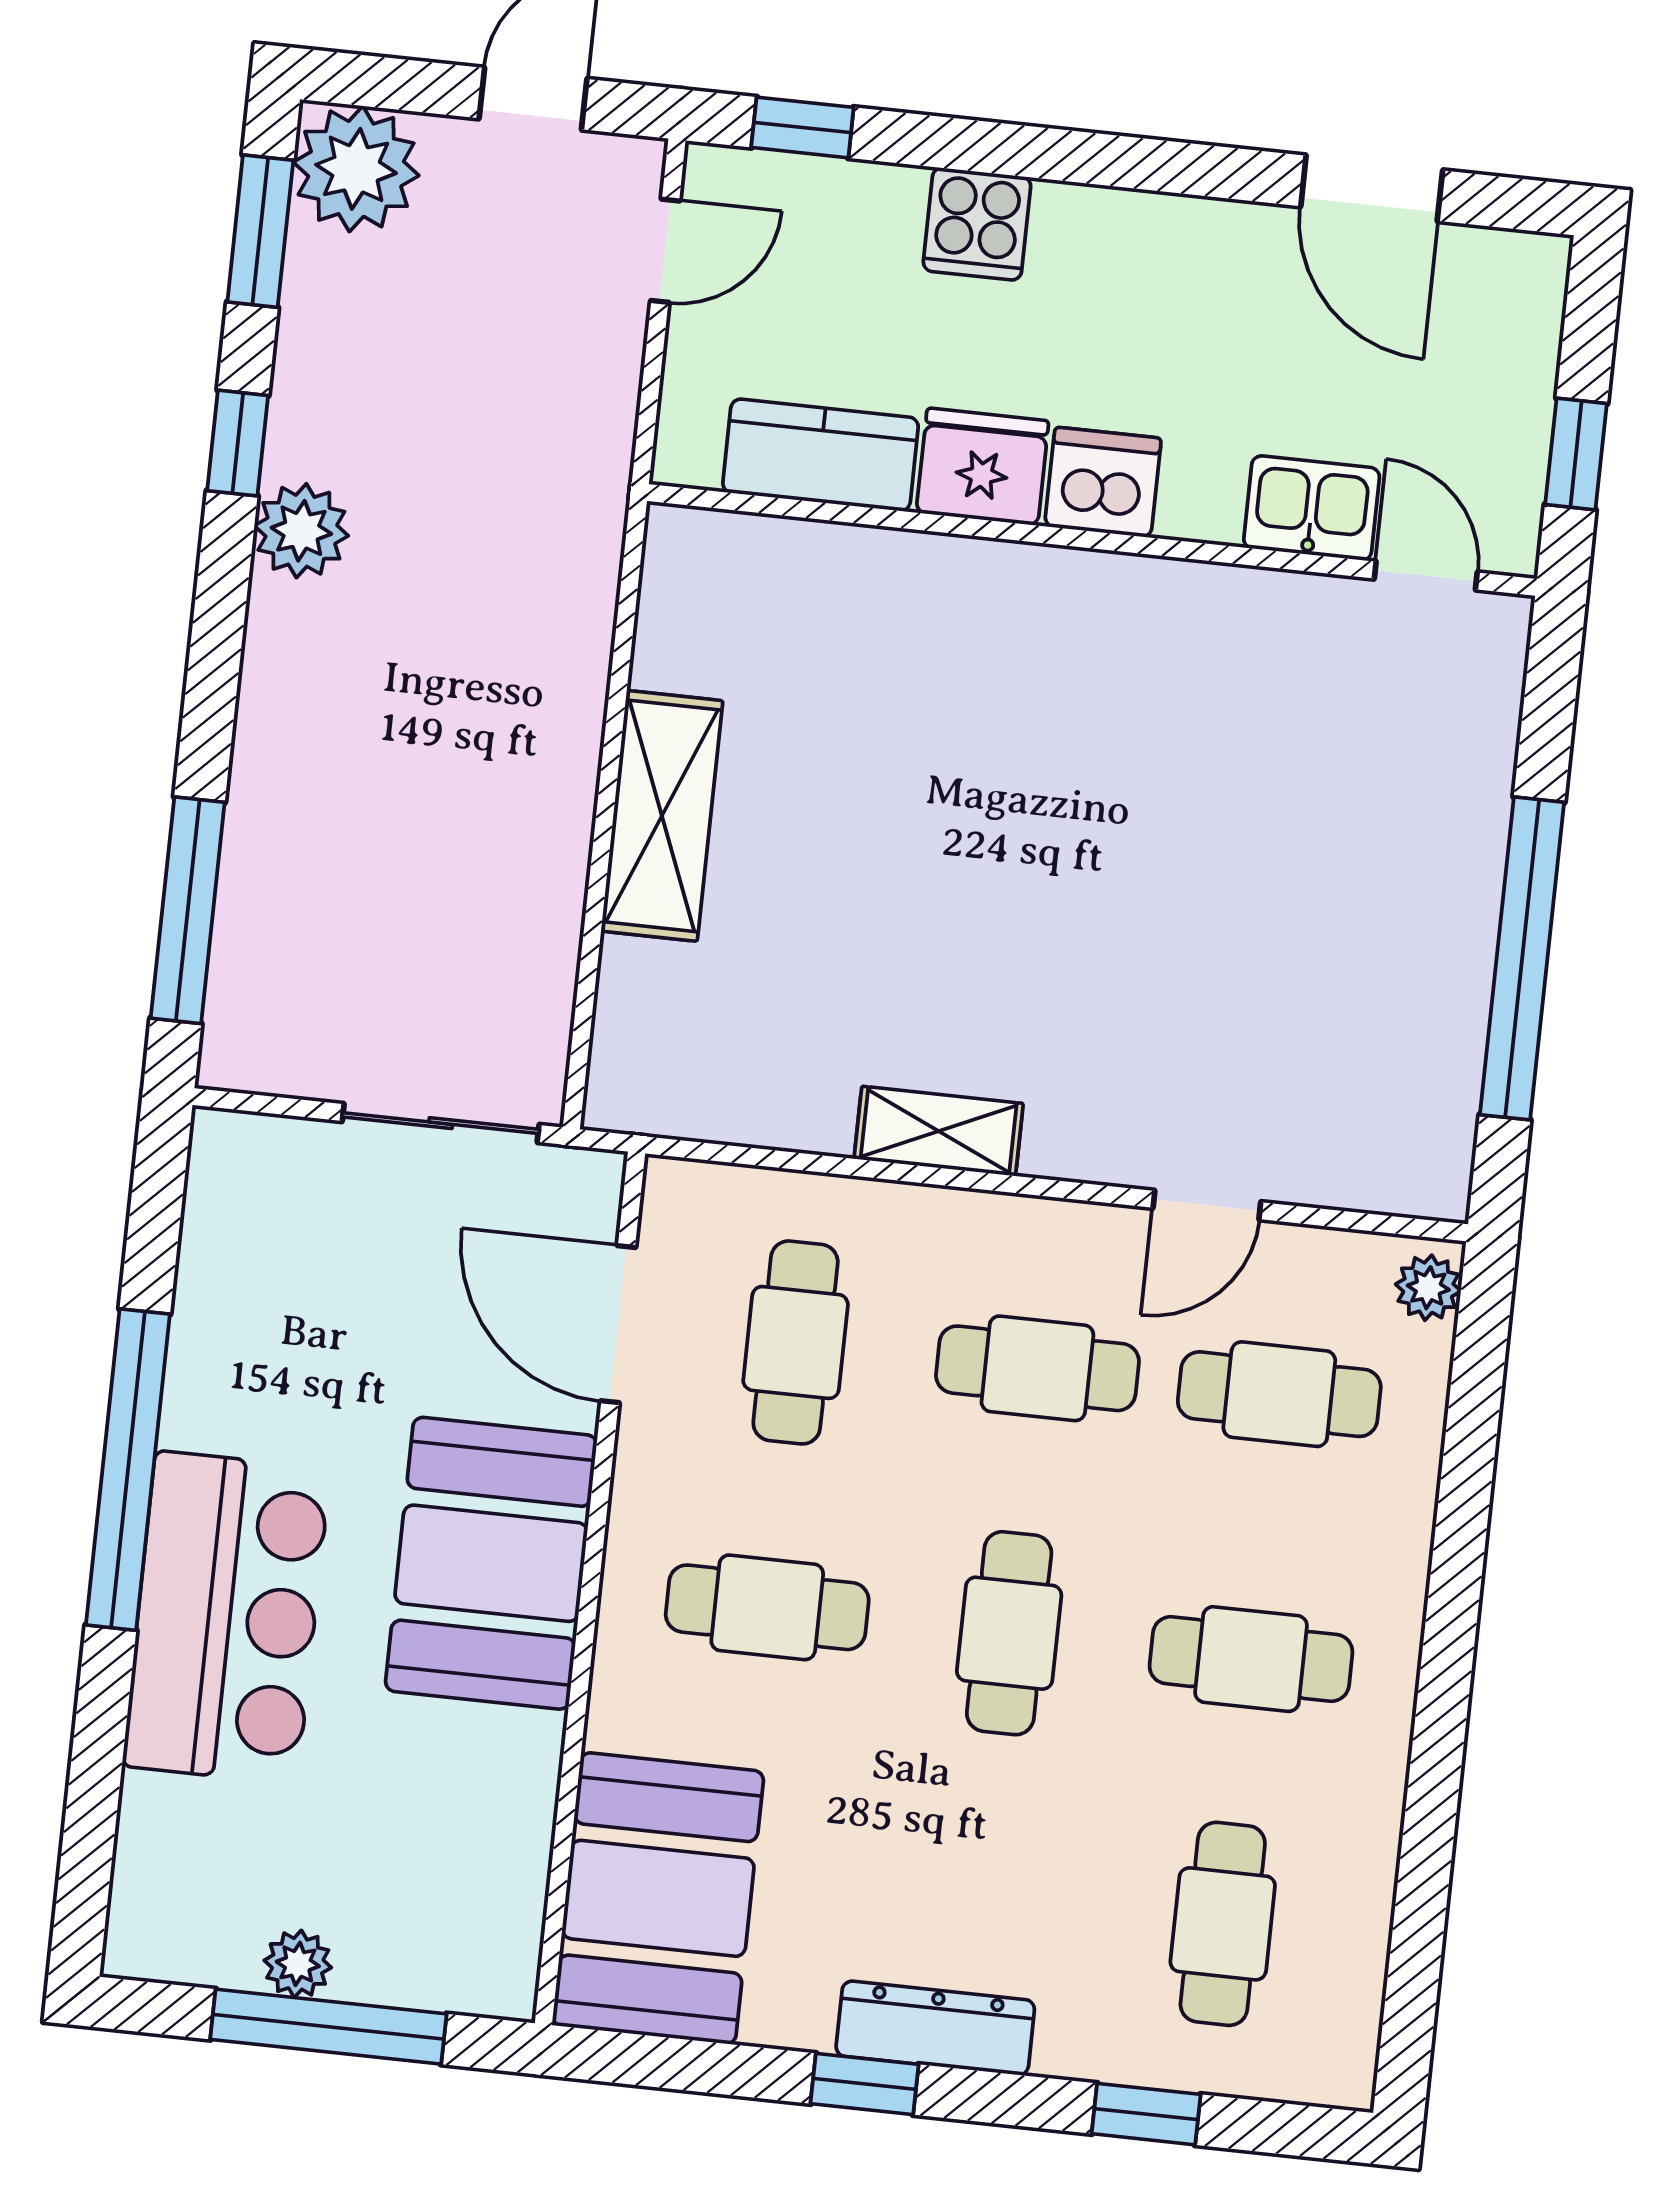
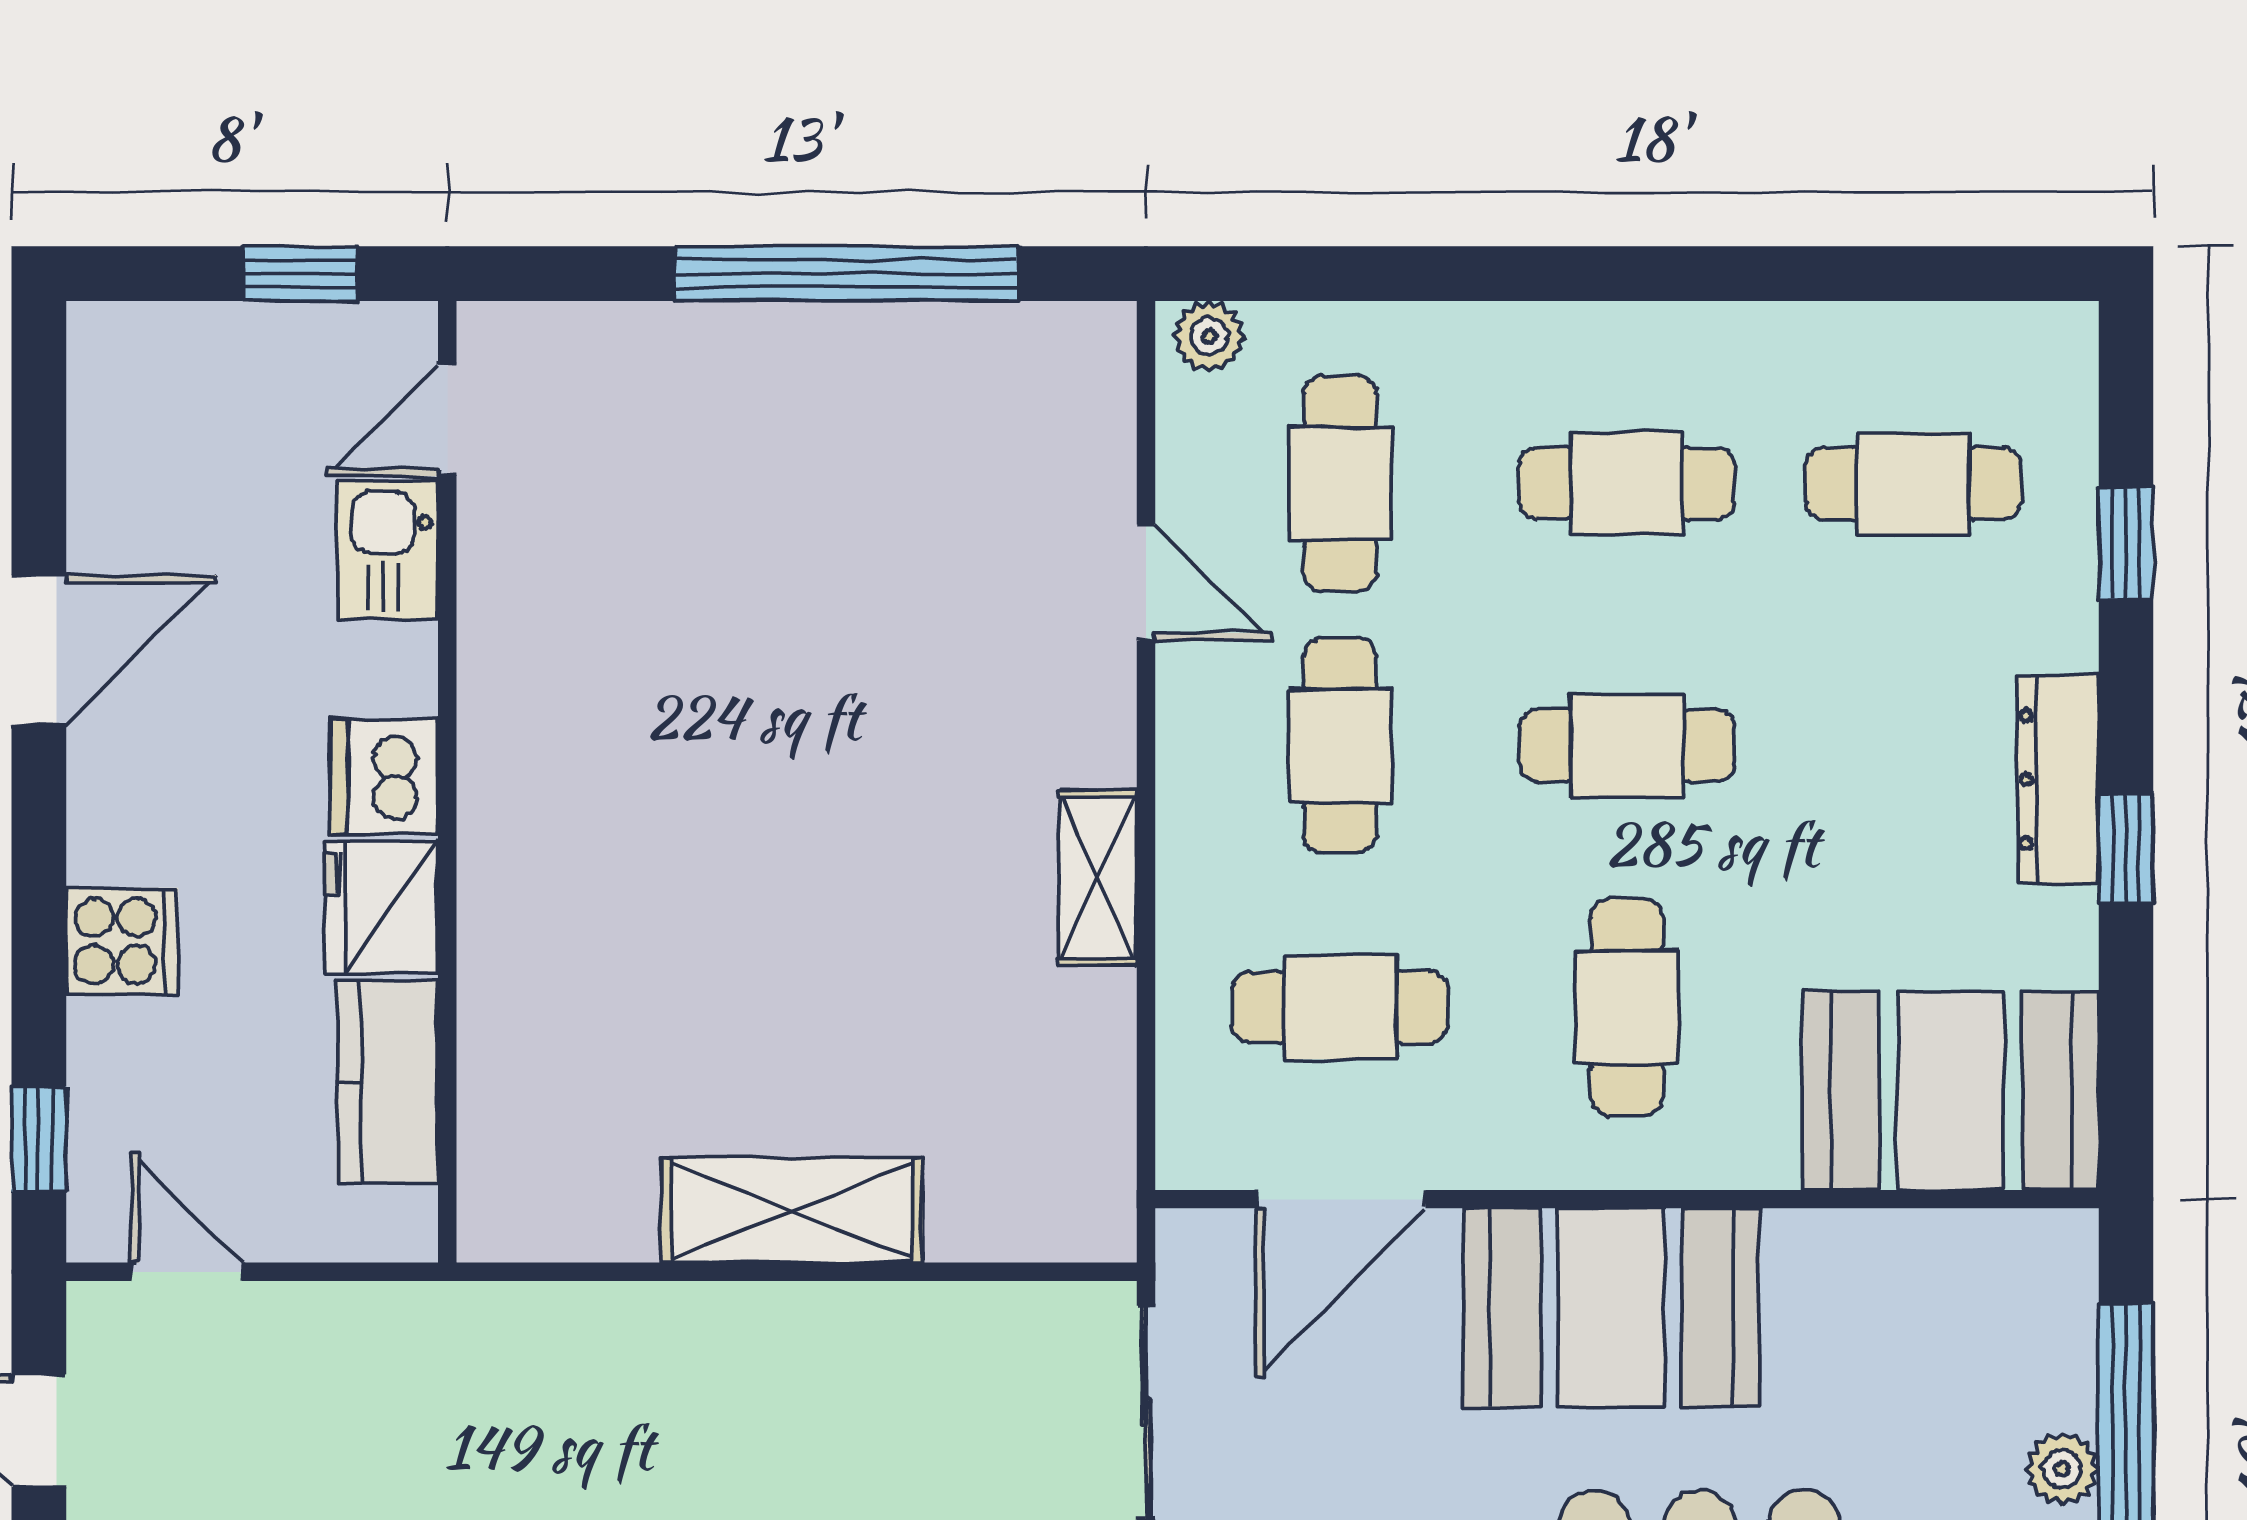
door: (1372, 188) -> (39, 650), moved
cafe table: (1251, 1659) -> (1627, 484), turned 90

